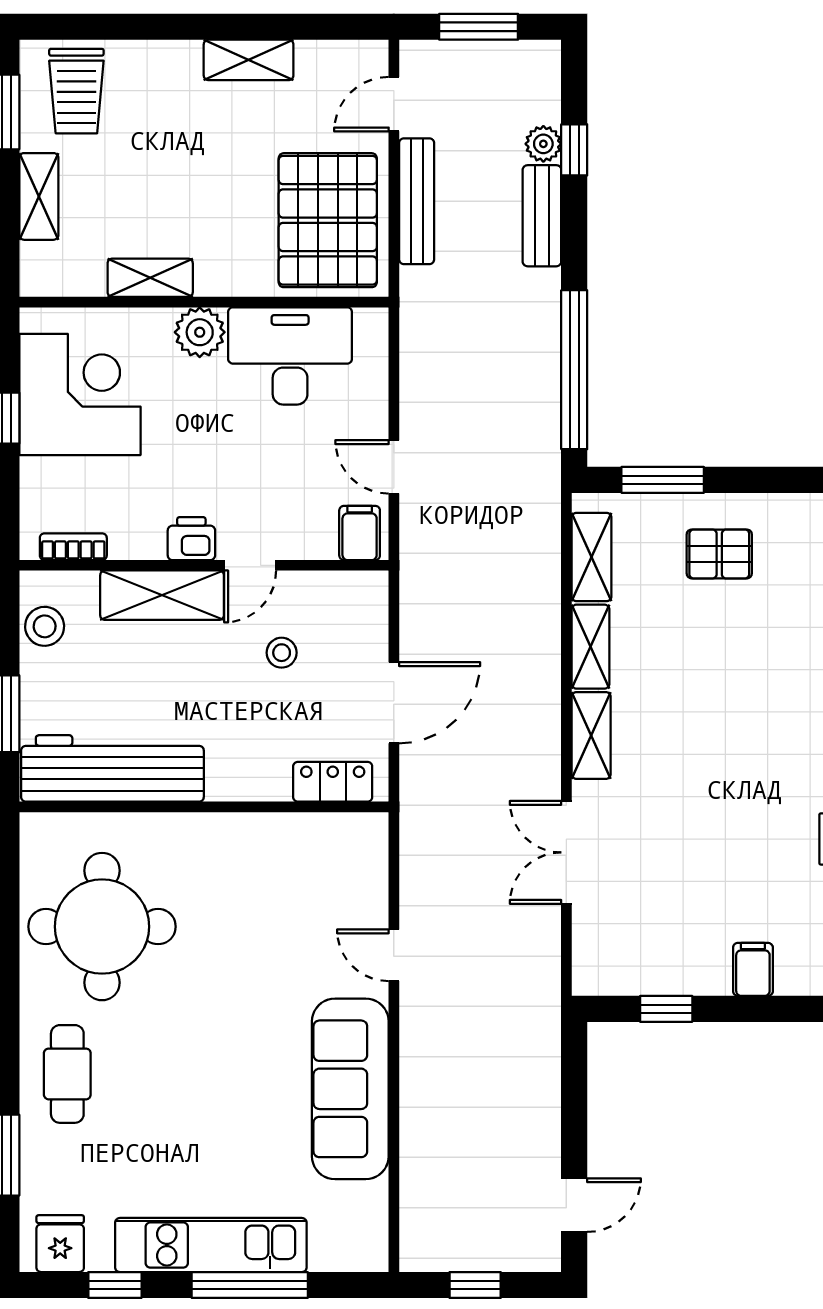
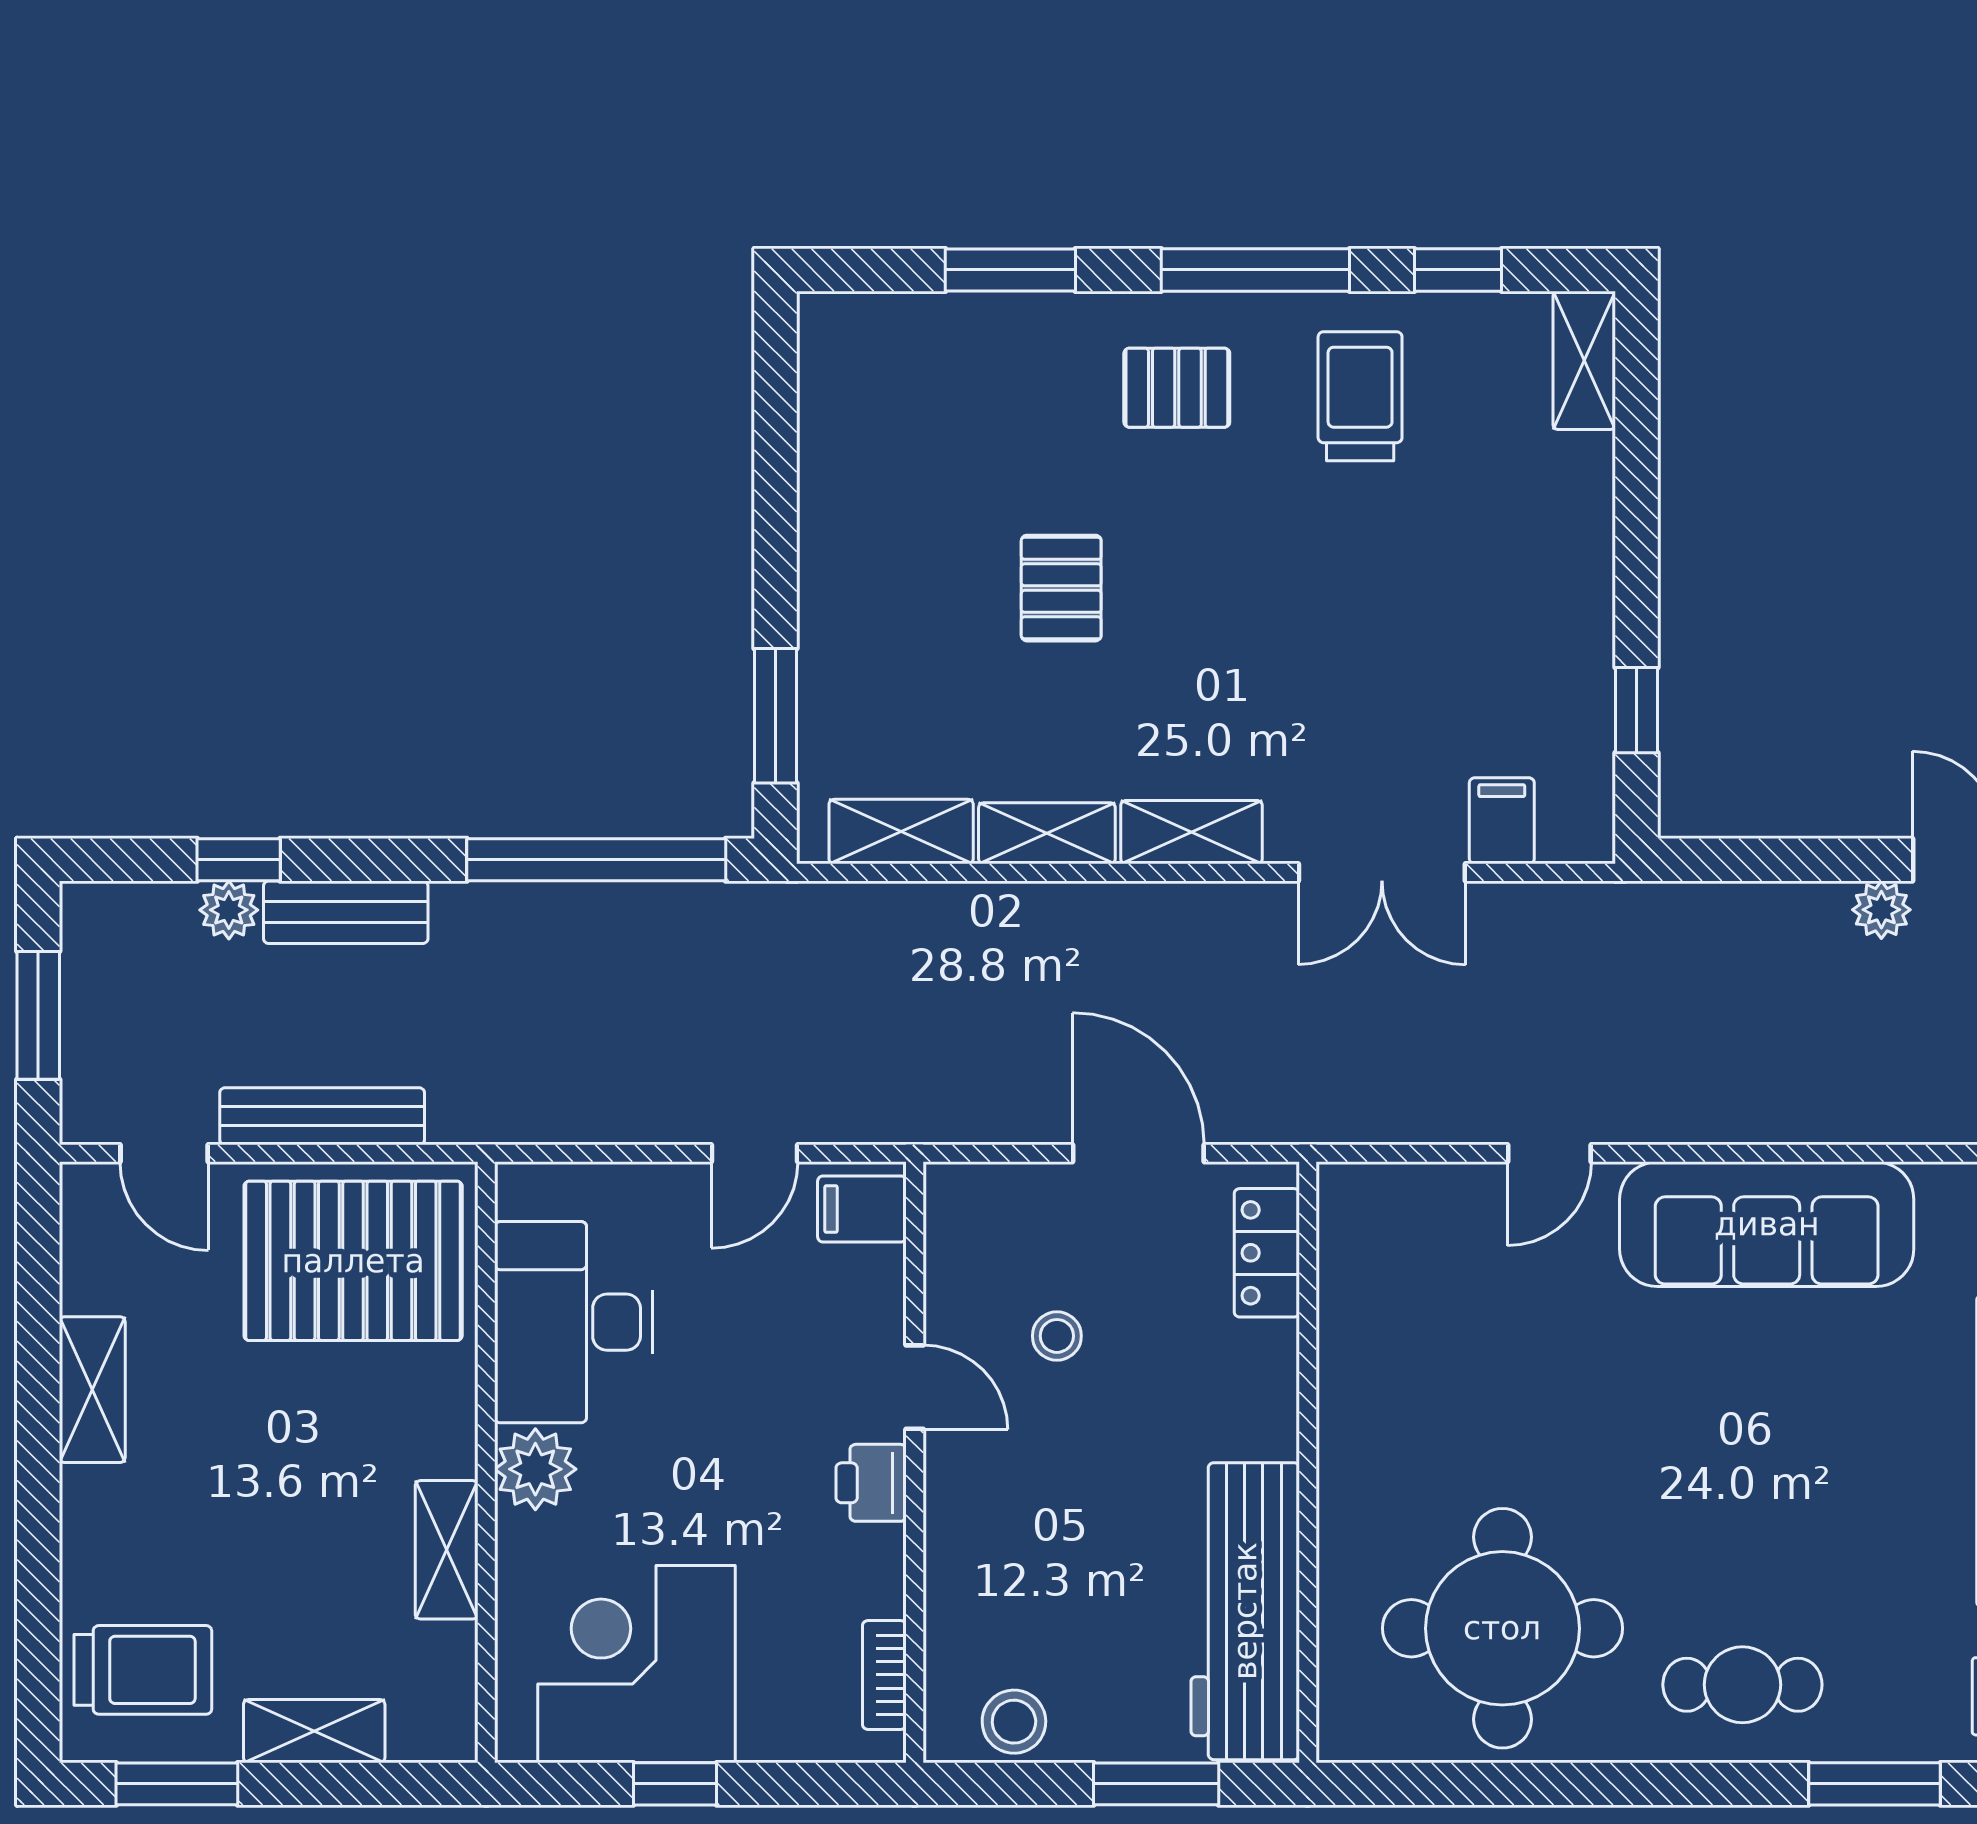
pallet: (719, 554) -> (1061, 588), moved
shelving: (162, 595) -> (963, 1531), removed
filing cabinet: (753, 969) -> (1502, 821), moved, turned 90
plant: (544, 1159) -> (1881, 910), added

